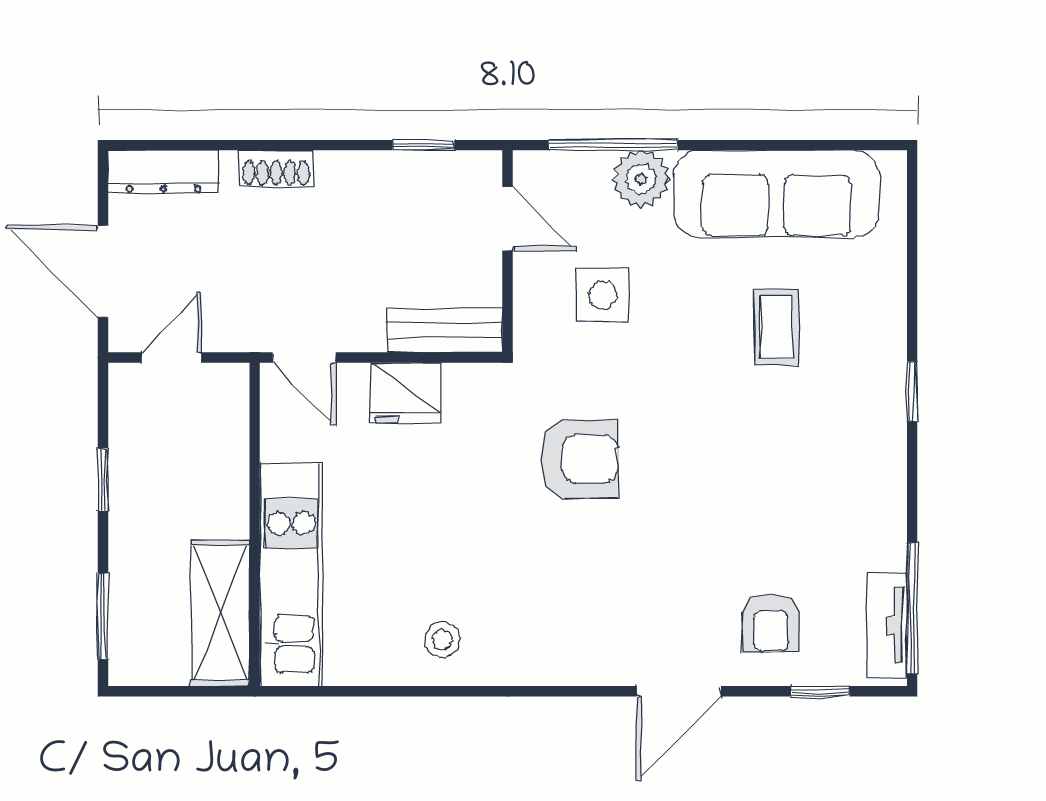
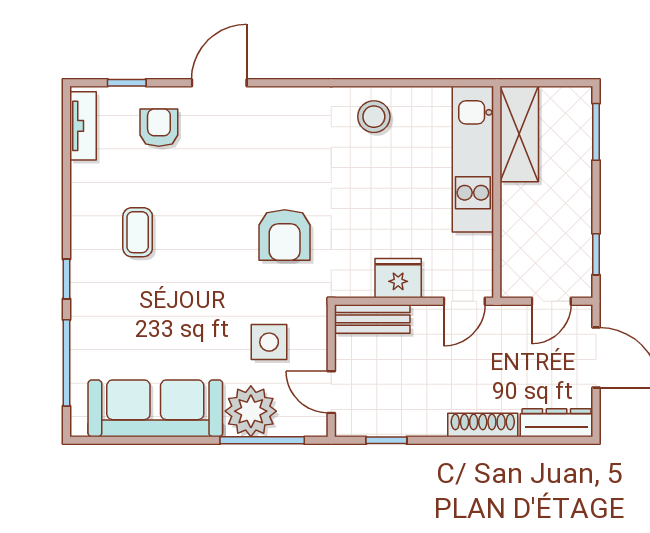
shoe rack: (276, 168) -> (483, 425), width x1.43
plant: (641, 179) -> (251, 411), width x1.36, depth x1.36
coffee table: (776, 327) -> (138, 232), moved
door: (304, 358) -> (464, 301), swing flipped
armchair: (579, 459) -> (285, 235), turned -90
window: (103, 480) -> (596, 254), moved
window: (912, 608) -> (67, 363), moved
stool: (442, 640) -> (374, 117), width x1.37, depth x1.37

